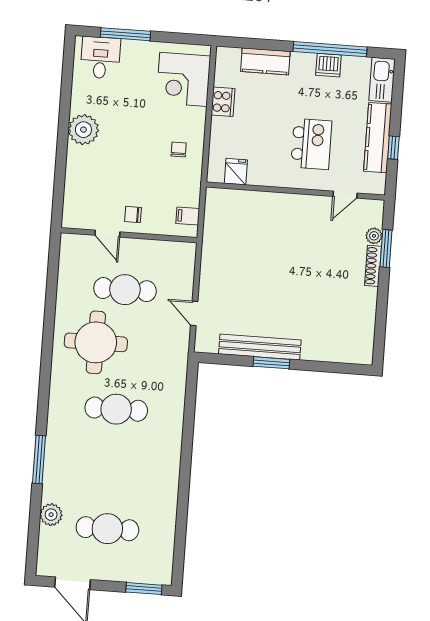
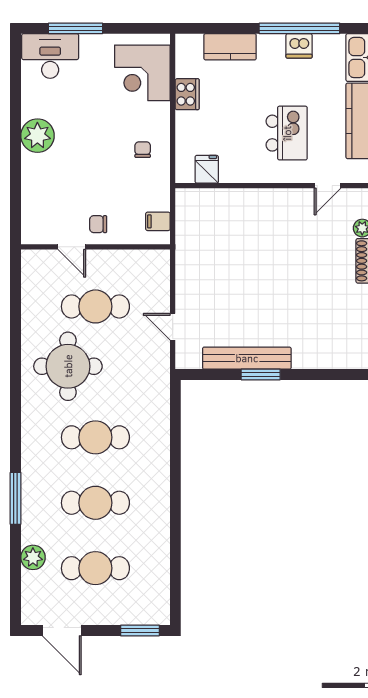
desk: (100, 58) -> (50, 56), width x1.37
cafe table: (112, 469) -> (95, 503), added

